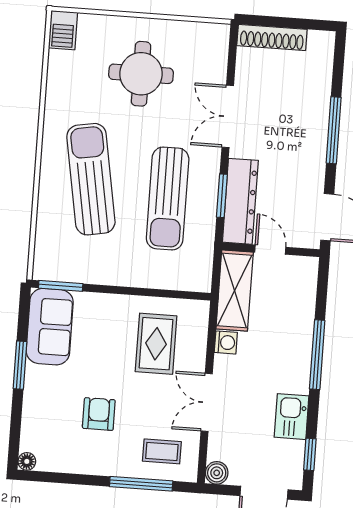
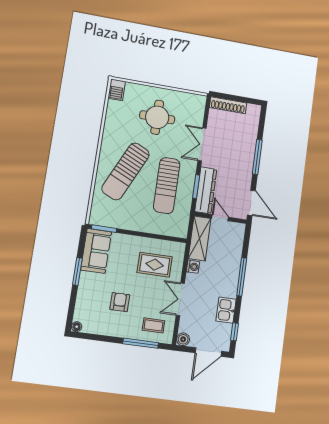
sun lounger: (91, 179) -> (126, 171), turned -145
rug: (156, 344) -> (155, 265), turned 90

